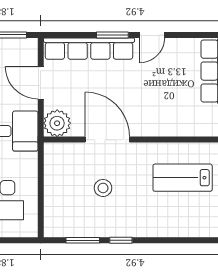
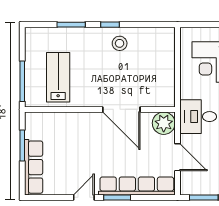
lab bench: (183, 178) -> (58, 77), turned -90
stool: (103, 188) -> (120, 43), moved
window: (83, 240) -> (71, 25), moved

